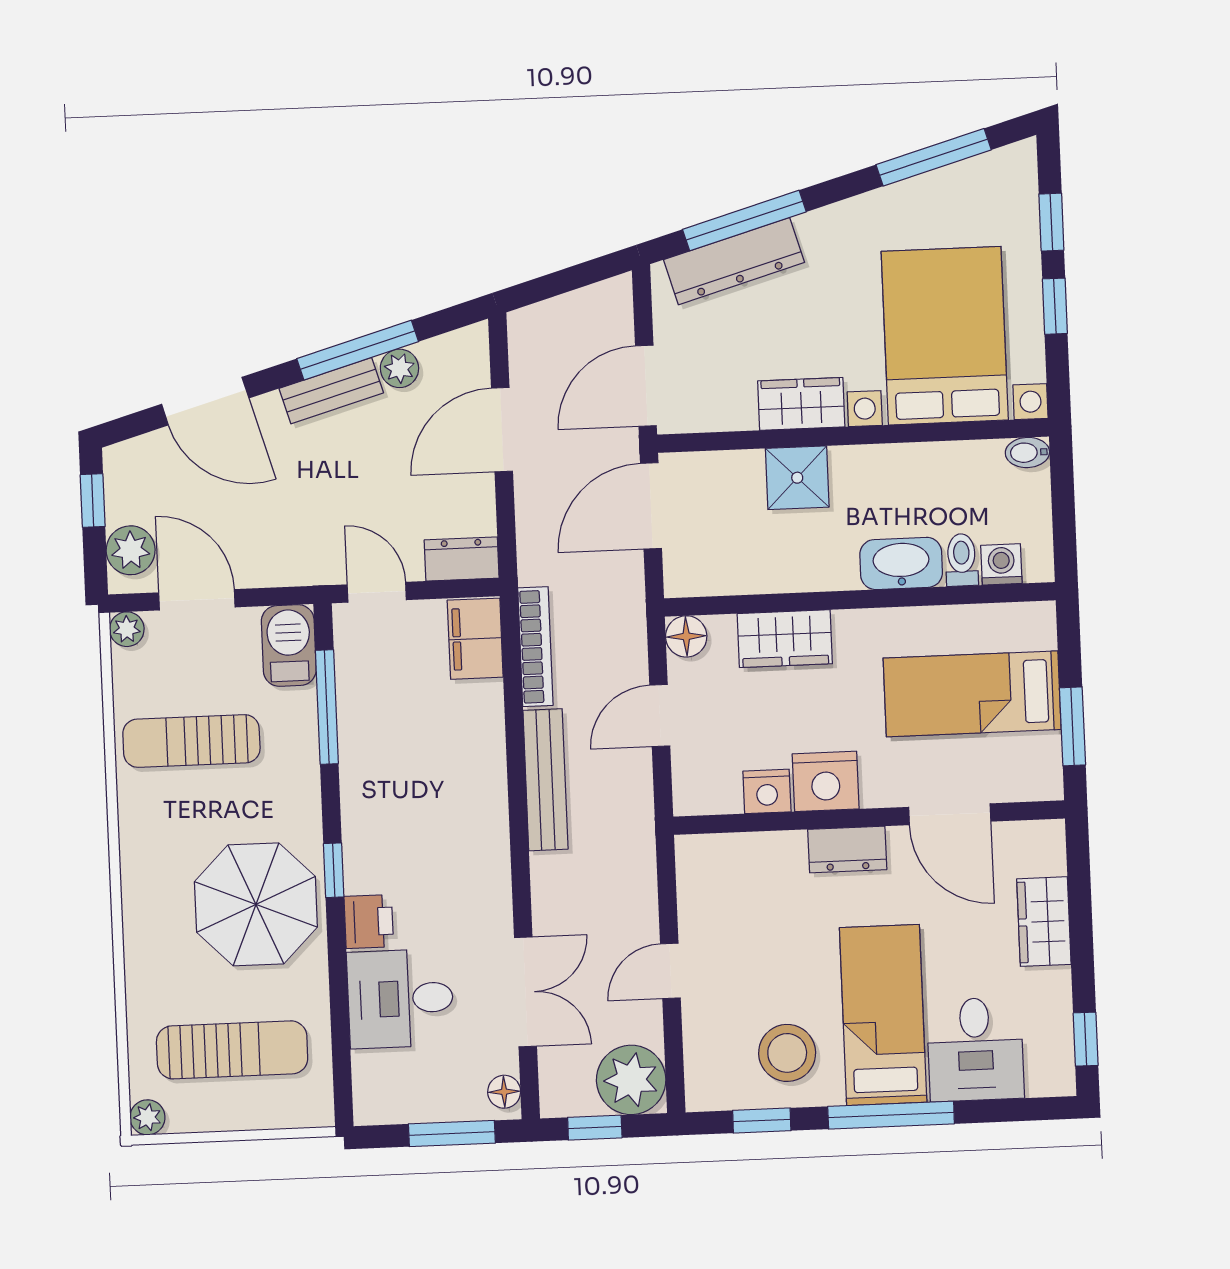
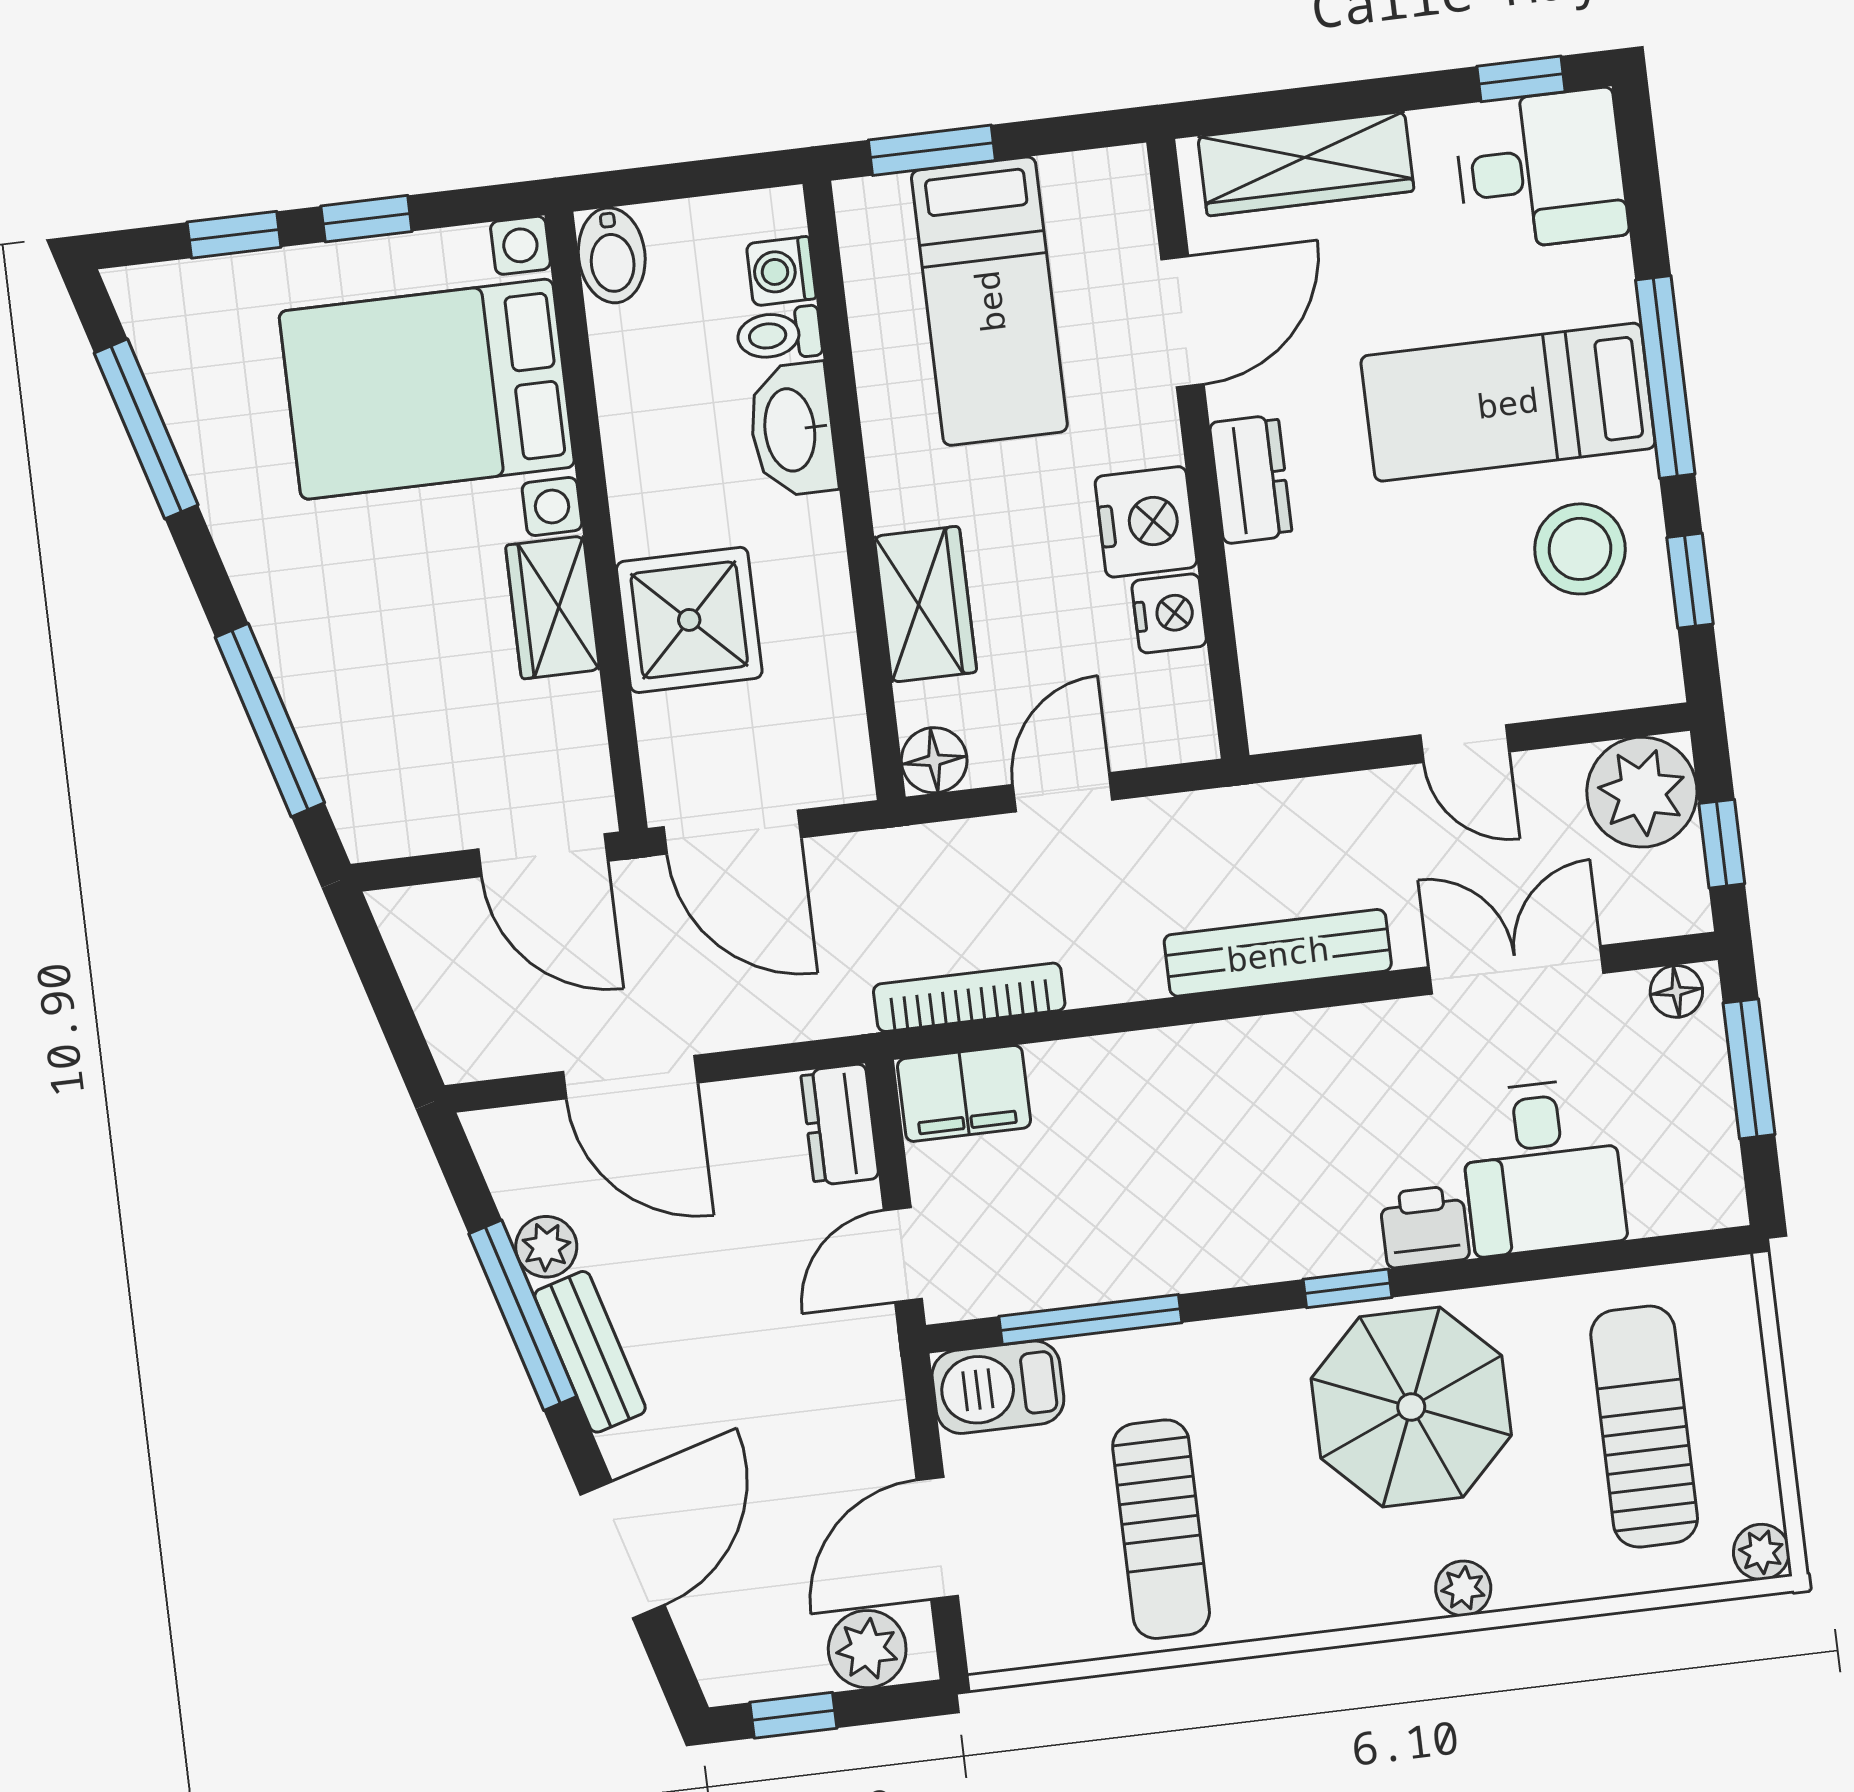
dresser: (734, 261) -> (335, 731), removed
bidet: (1027, 452) -> (612, 255), width x1.38, depth x1.36
shower: (797, 478) -> (689, 620), width x1.36, depth x1.36
plant: (127, 629) -> (1463, 1588), moved
door: (660, 716) -> (1063, 792), swing flipped
window: (1073, 726) -> (932, 150), moved
bench: (545, 780) -> (1278, 953), moved
wardrobe: (1044, 922) -> (1306, 164), width x1.50
desk: (975, 1049) -> (1541, 170), moved

